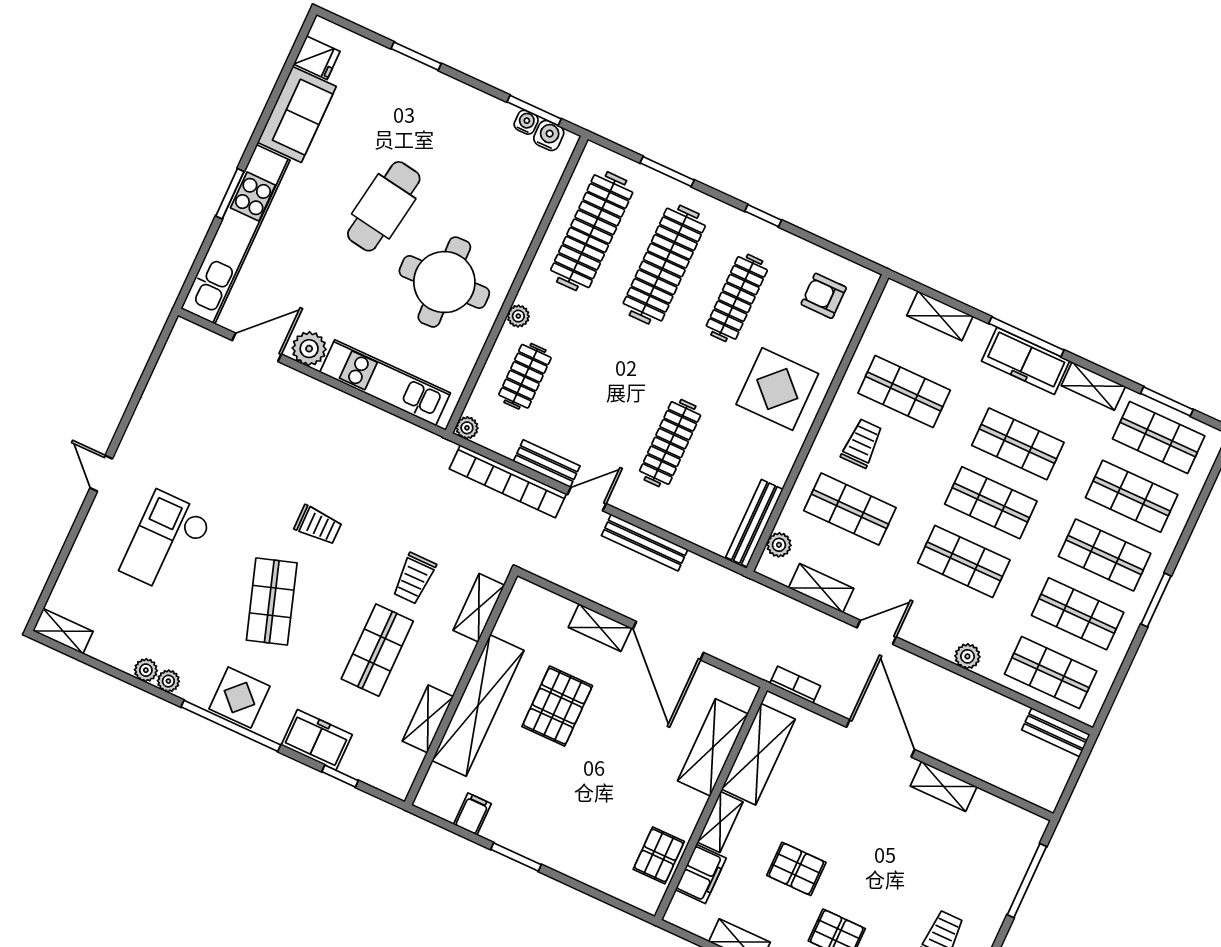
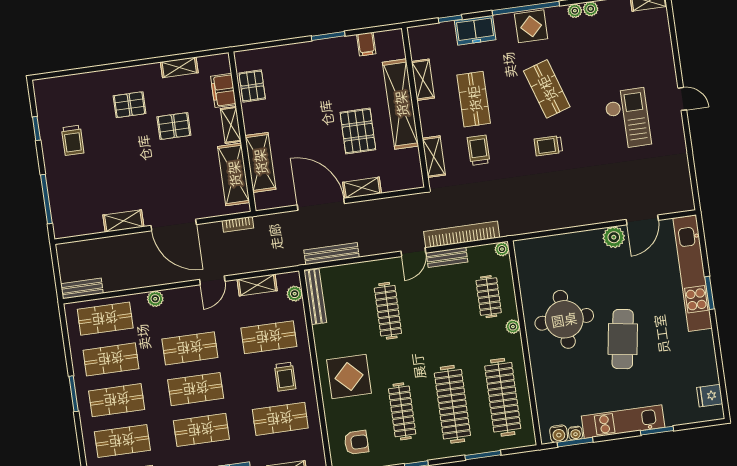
sofa: (297, 114) -> (701, 358), removed
kitchen unit: (385, 383) -> (623, 422), moved, turned 180
checkout: (166, 543) -> (628, 119), moved
bench: (645, 543) -> (332, 254), moved

